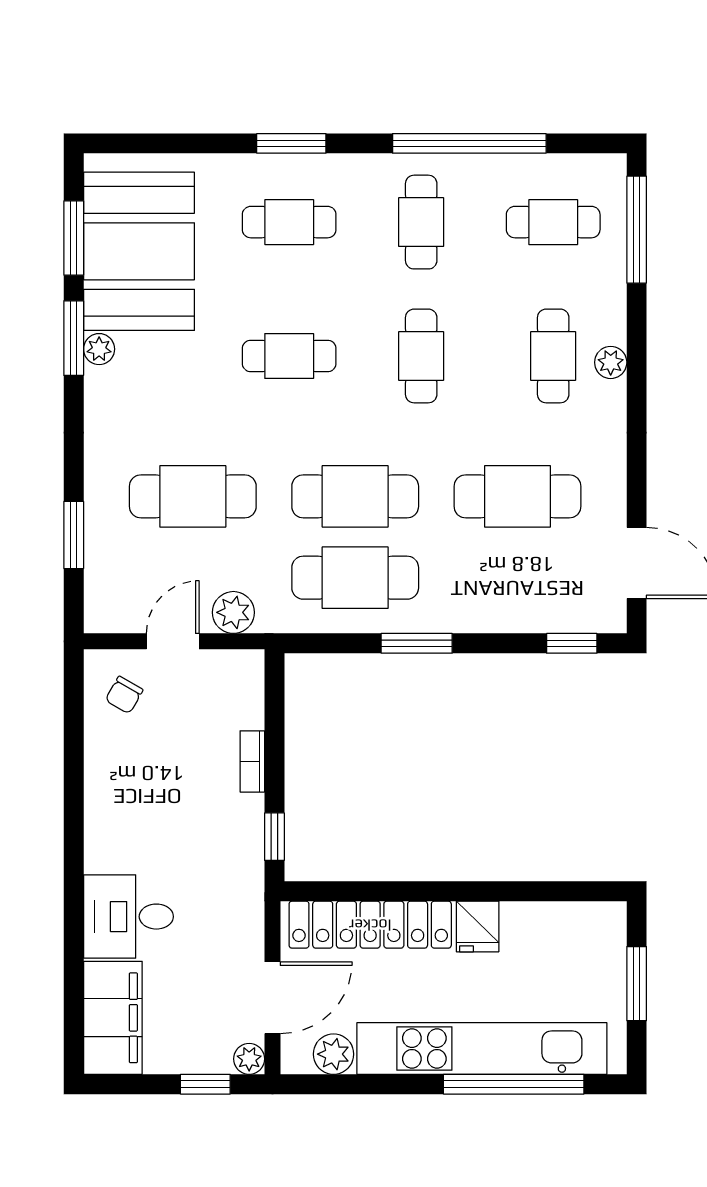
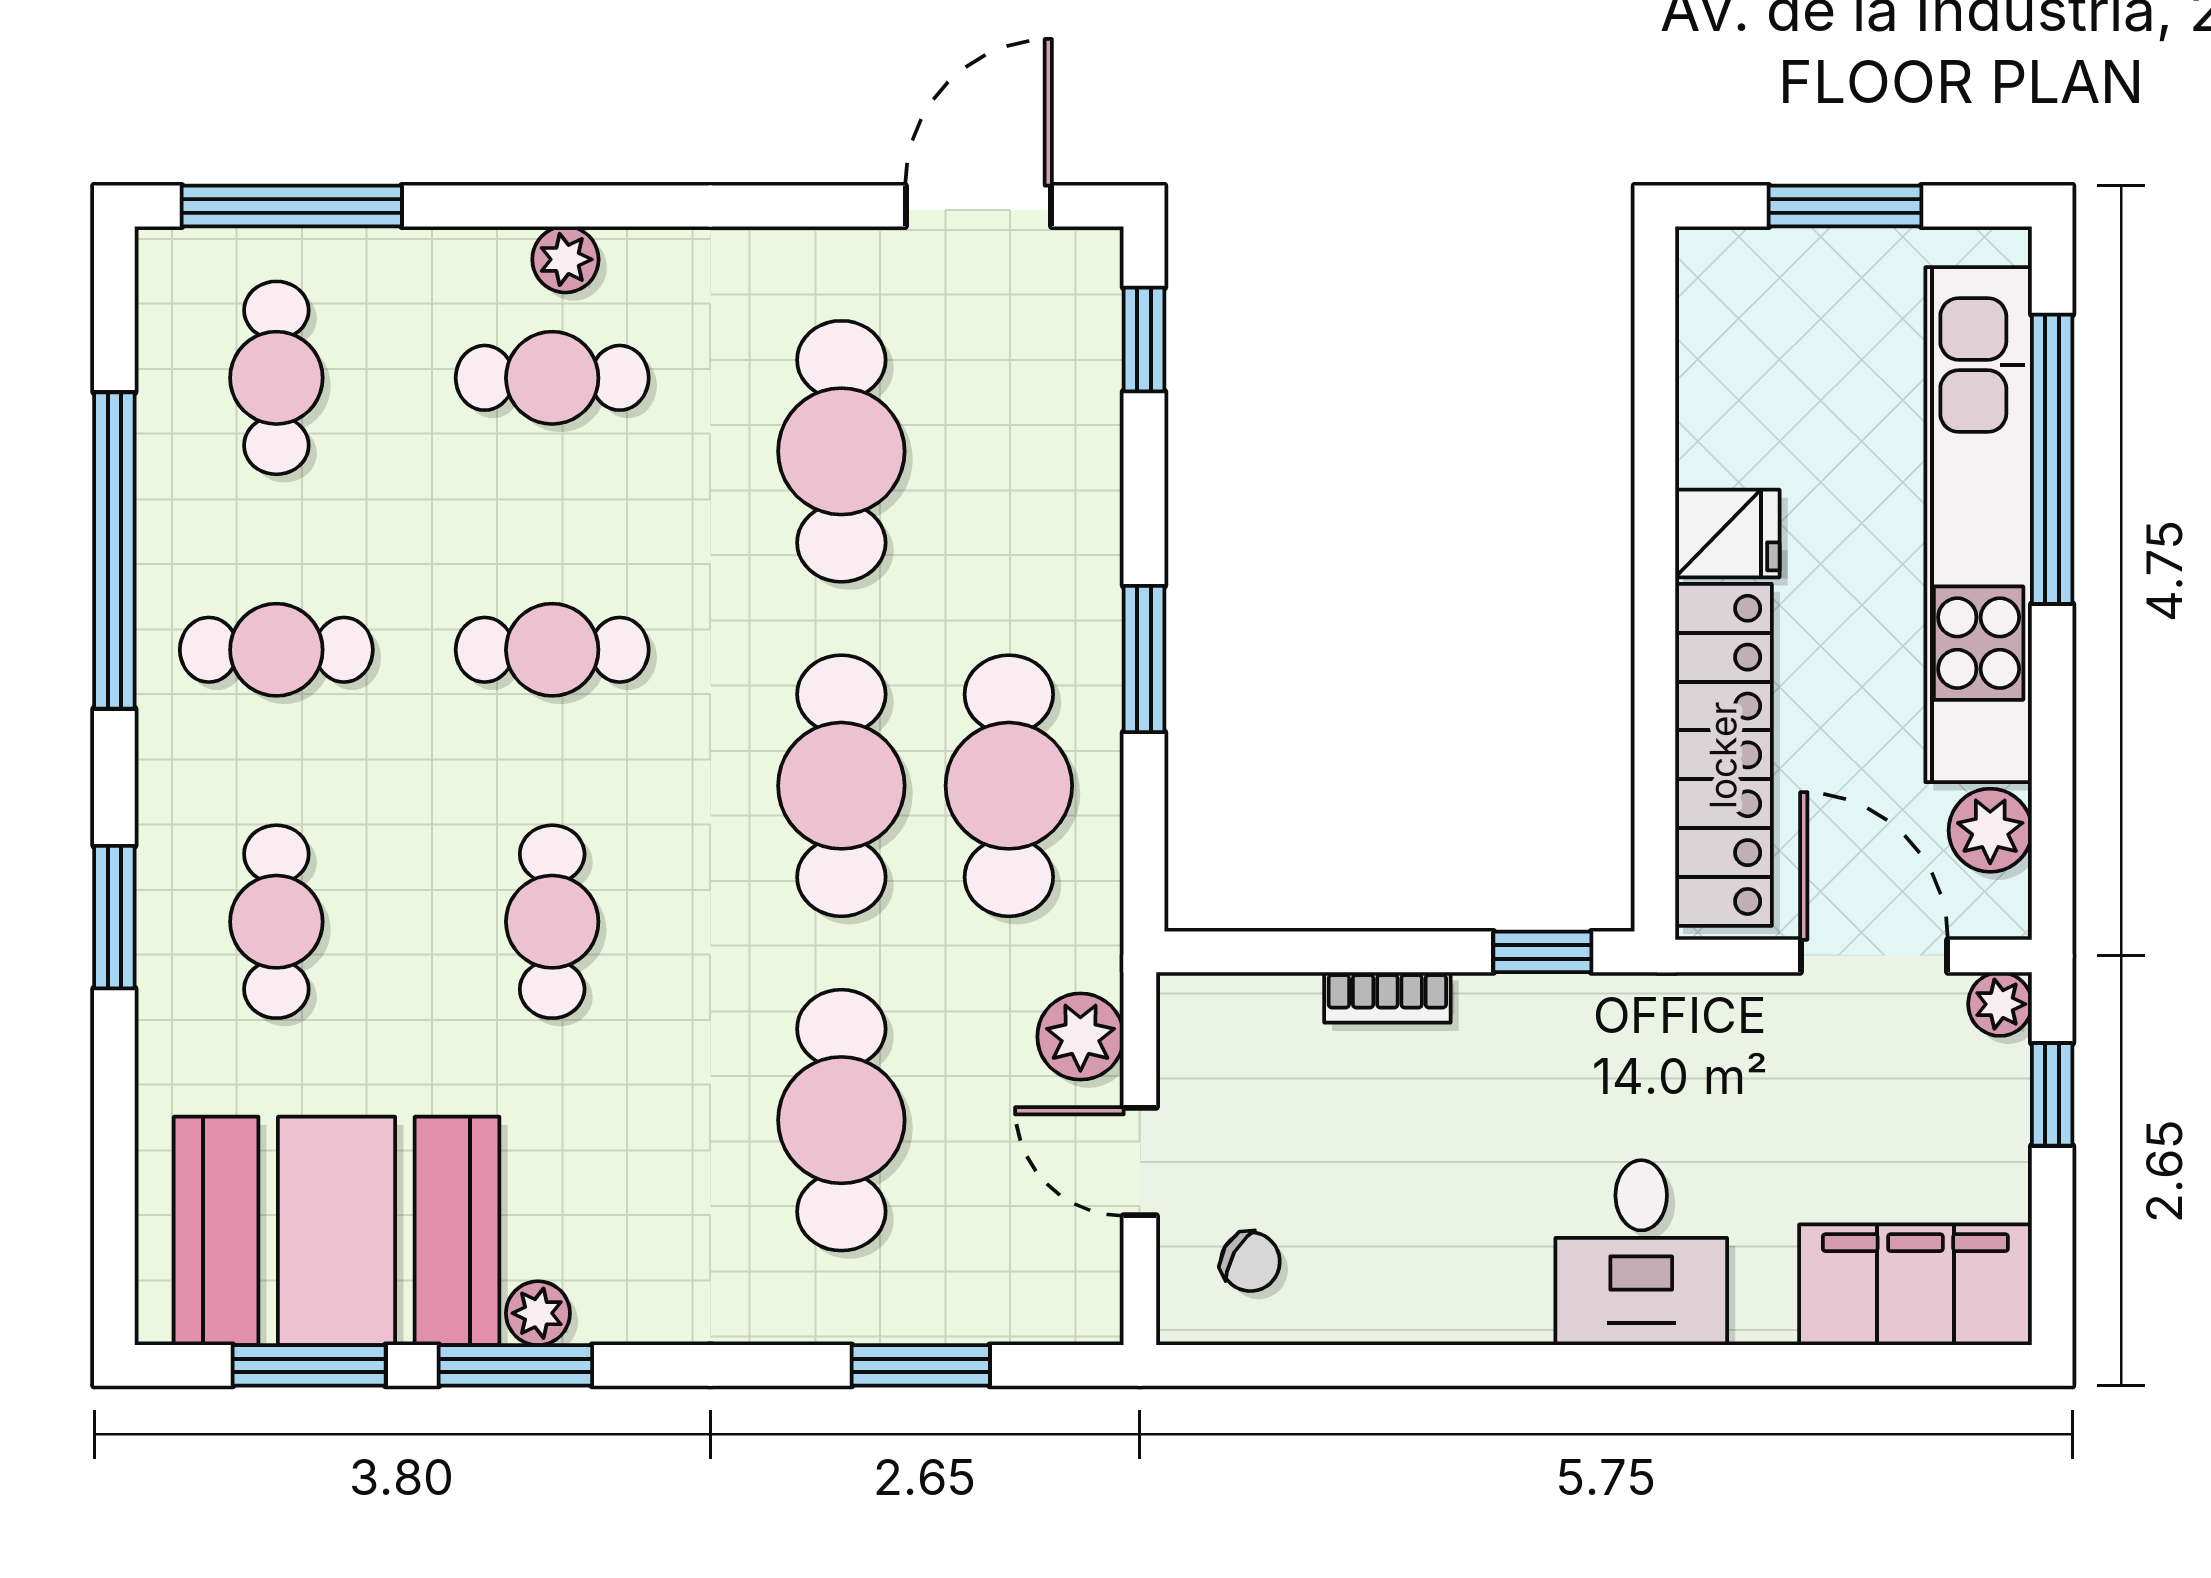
desk: (128, 917) -> (1641, 1253), moved

